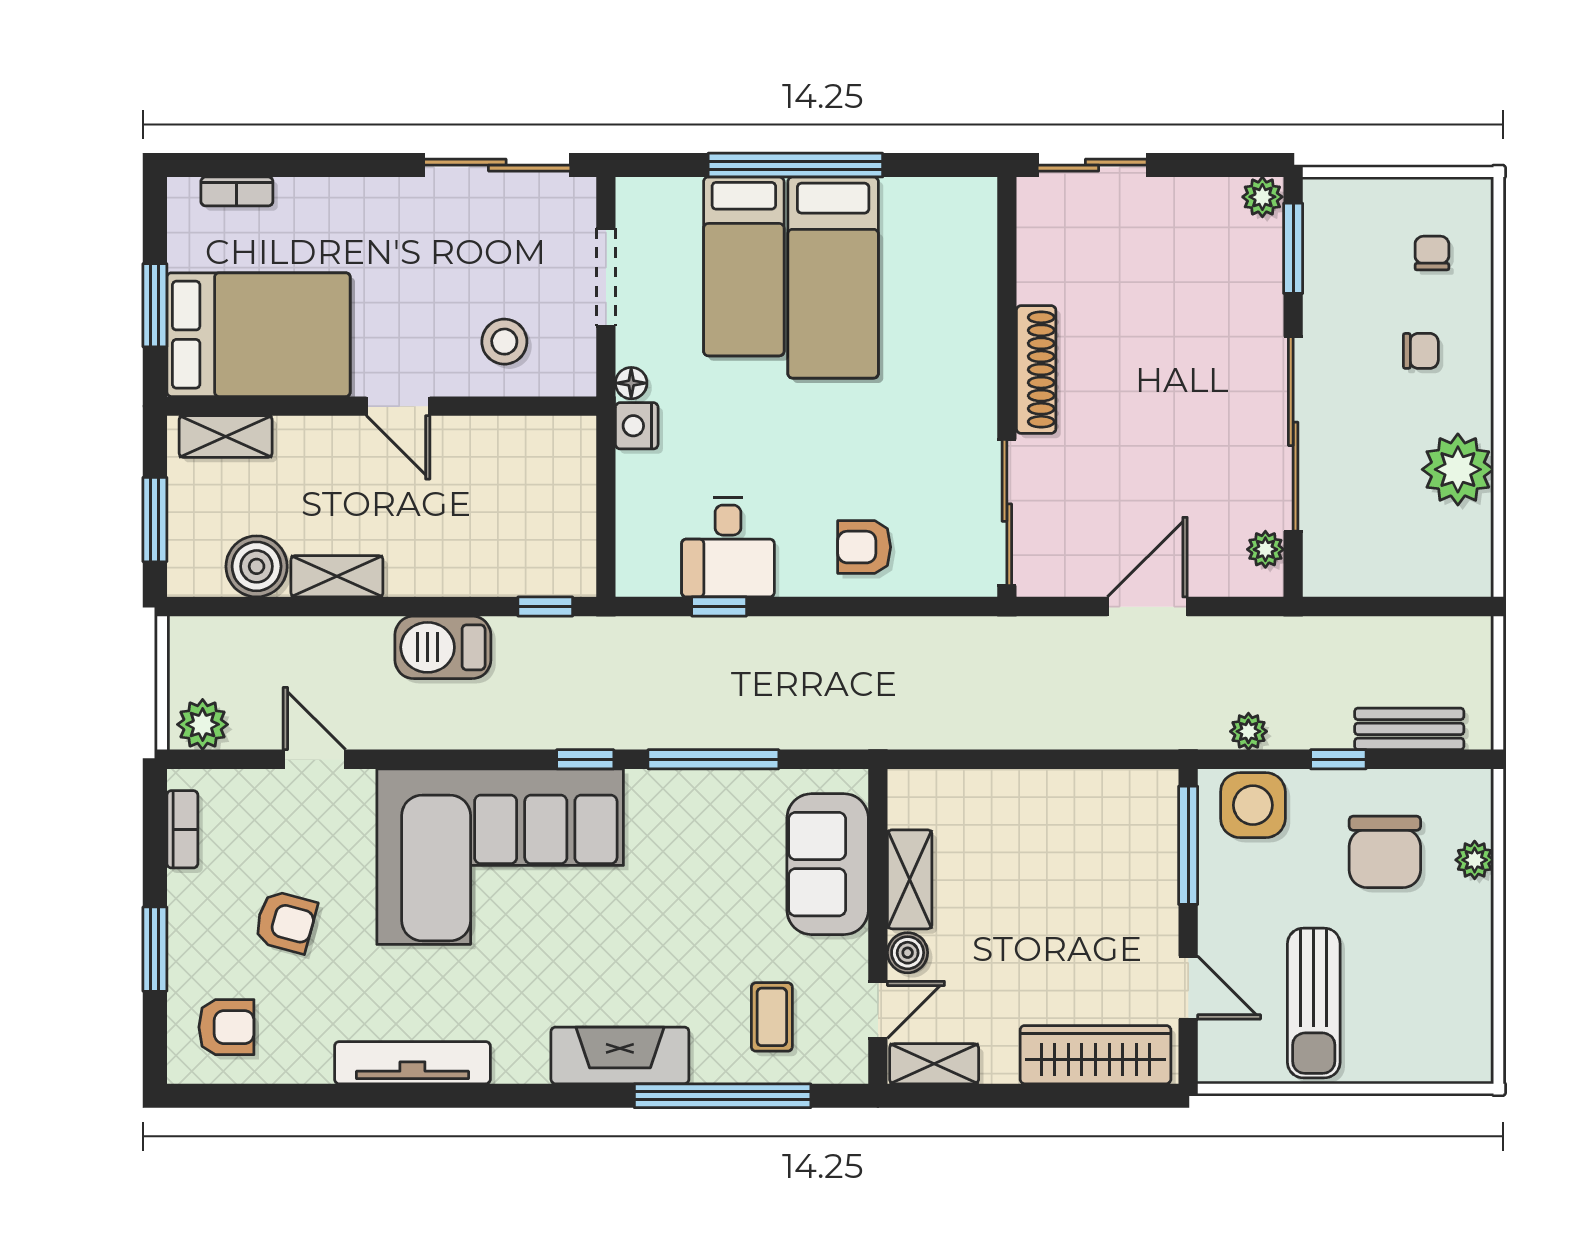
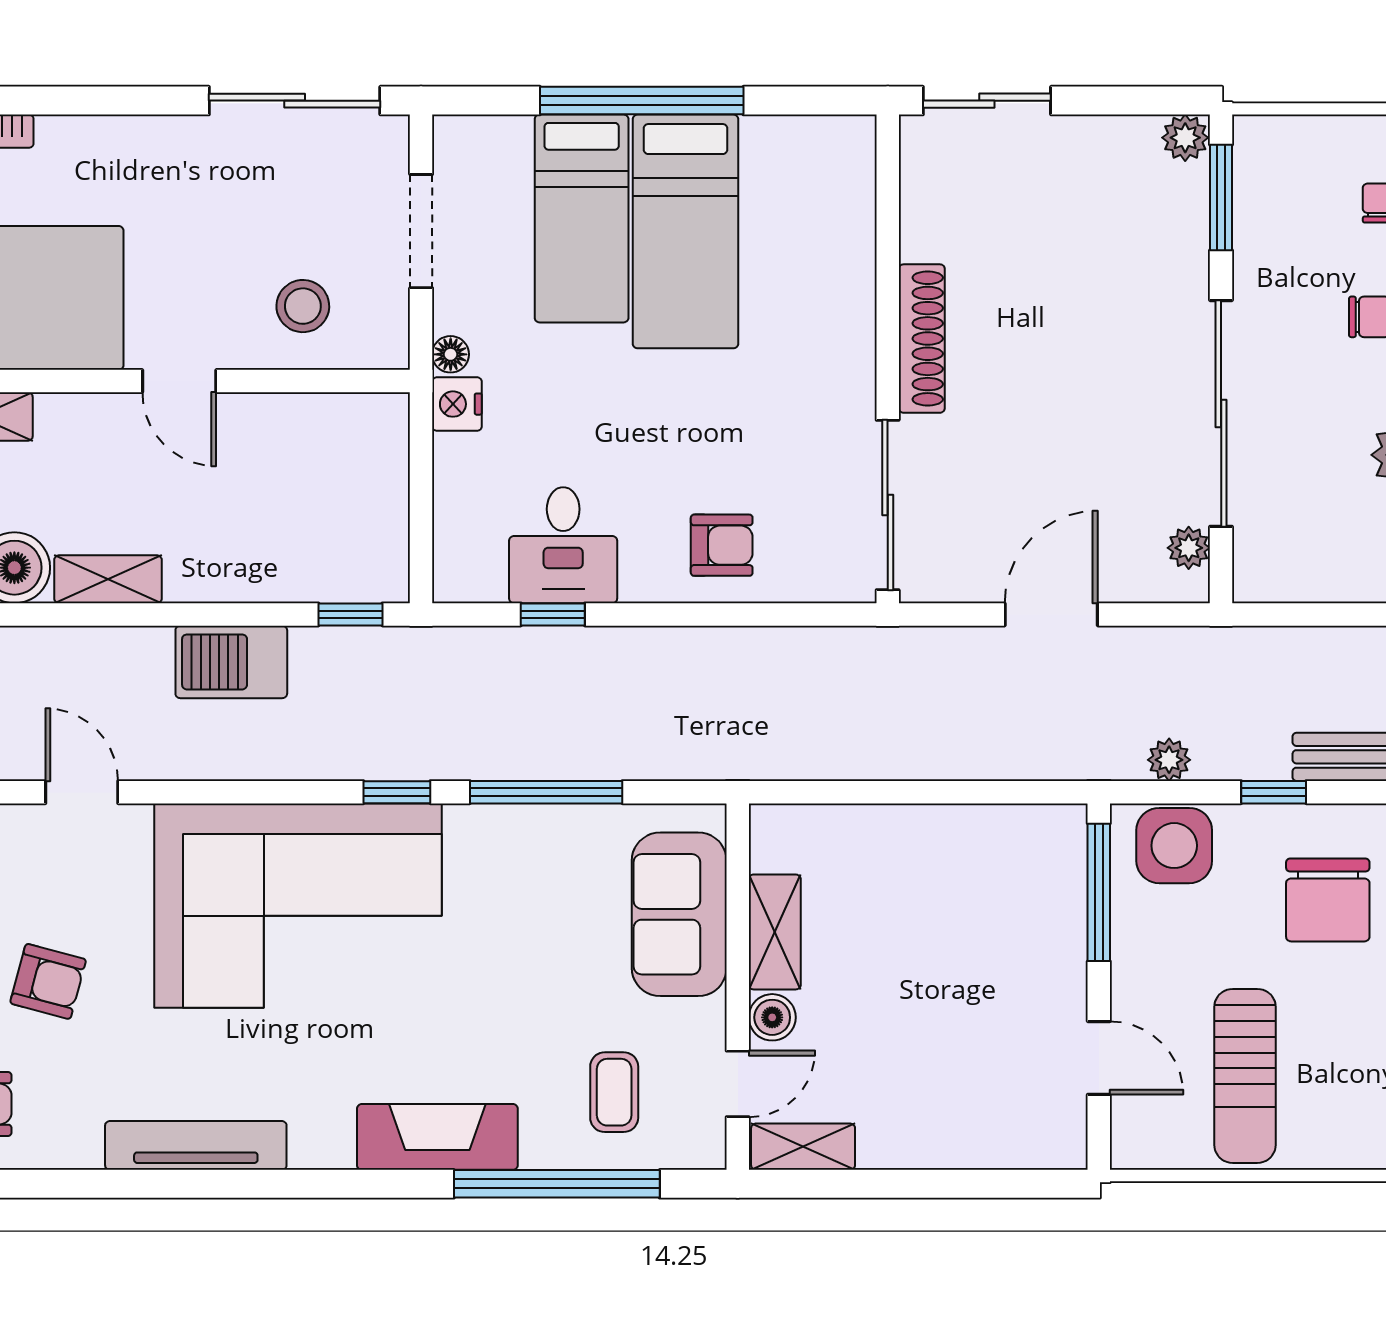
armchair: (864, 547) -> (722, 545), turned 180
wardrobe: (1095, 1055) -> (991, 1136), removed

